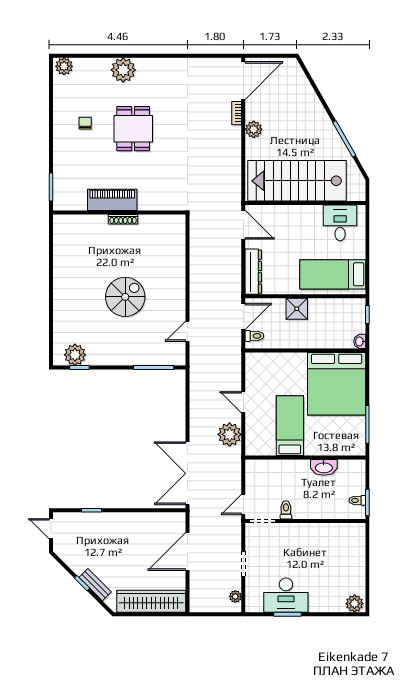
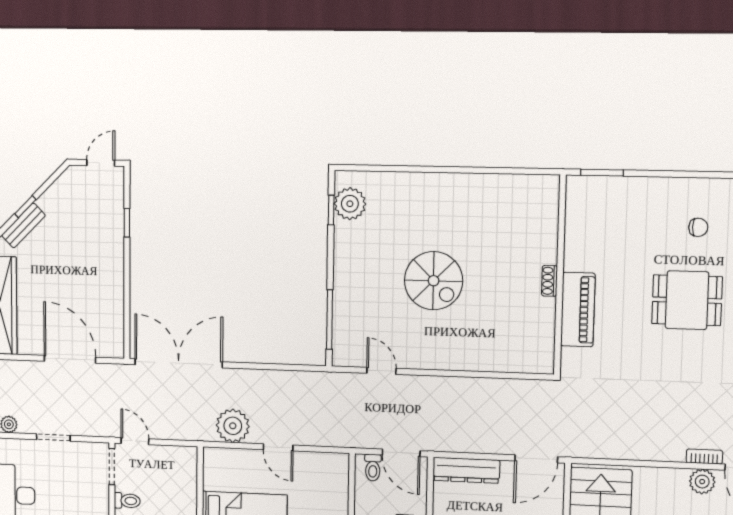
plant: (254, 129) -> (702, 482), moved
piano: (112, 200) -> (578, 310), moved
shoe rack: (123, 219) -> (549, 281), width x0.70
door: (243, 402) -> (278, 447), swing flipped

